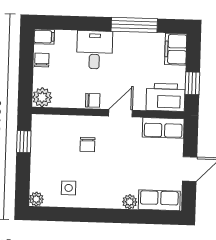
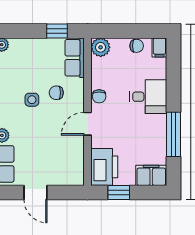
door: (120, 113) -> (88, 124), swing flipped
row of seats: (163, 128) -> (75, 58), moved
side table: (69, 188) -> (32, 100), moved

